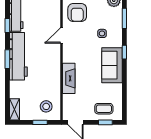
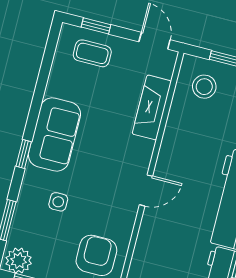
door: (61, 35) -> (146, 190), moved
fireplace: (69, 78) -> (152, 107), moved

